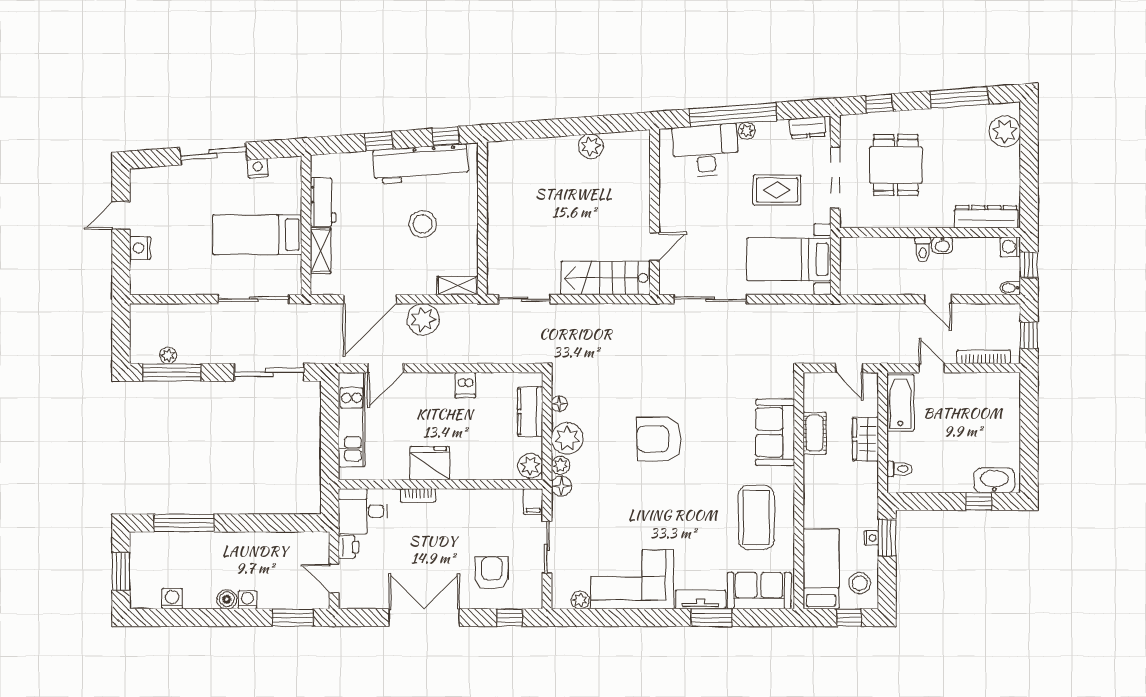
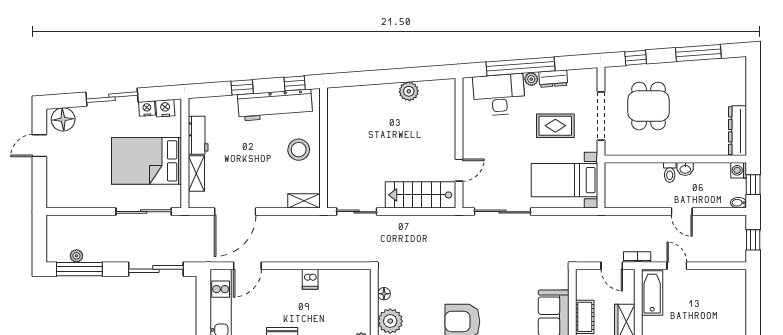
dresser: (808, 128) -> (553, 79), moved
plant: (1005, 131) -> (734, 80), removed
floor lamp: (151, 182) -> (63, 119), added
dresser: (986, 217) -> (738, 131), moved, turned -90
stool: (423, 224) -> (299, 150), moved
bed: (257, 235) -> (147, 161), width x1.50
nightstand: (140, 248) -> (165, 108), moved, turned 86
plant: (423, 319) -> (277, 227), removed
bookcase: (984, 357) -> (637, 257), moved, width x0.64
kitchen counter: (530, 412) -> (361, 300), removed

